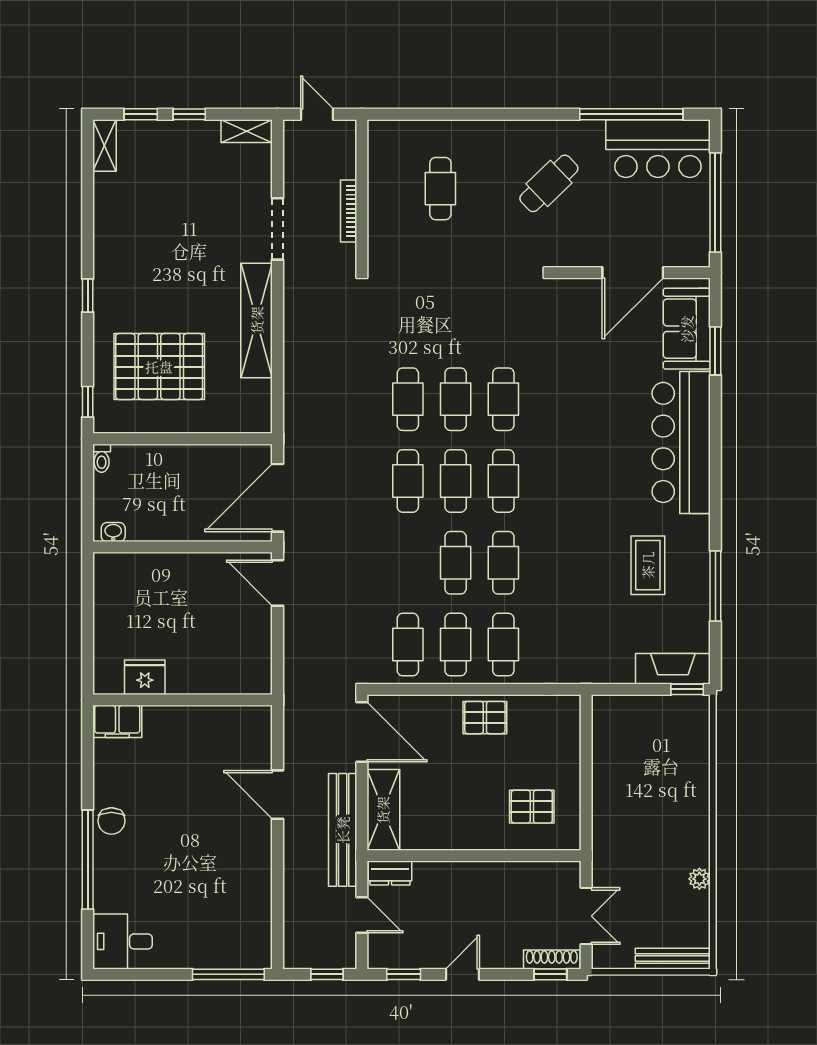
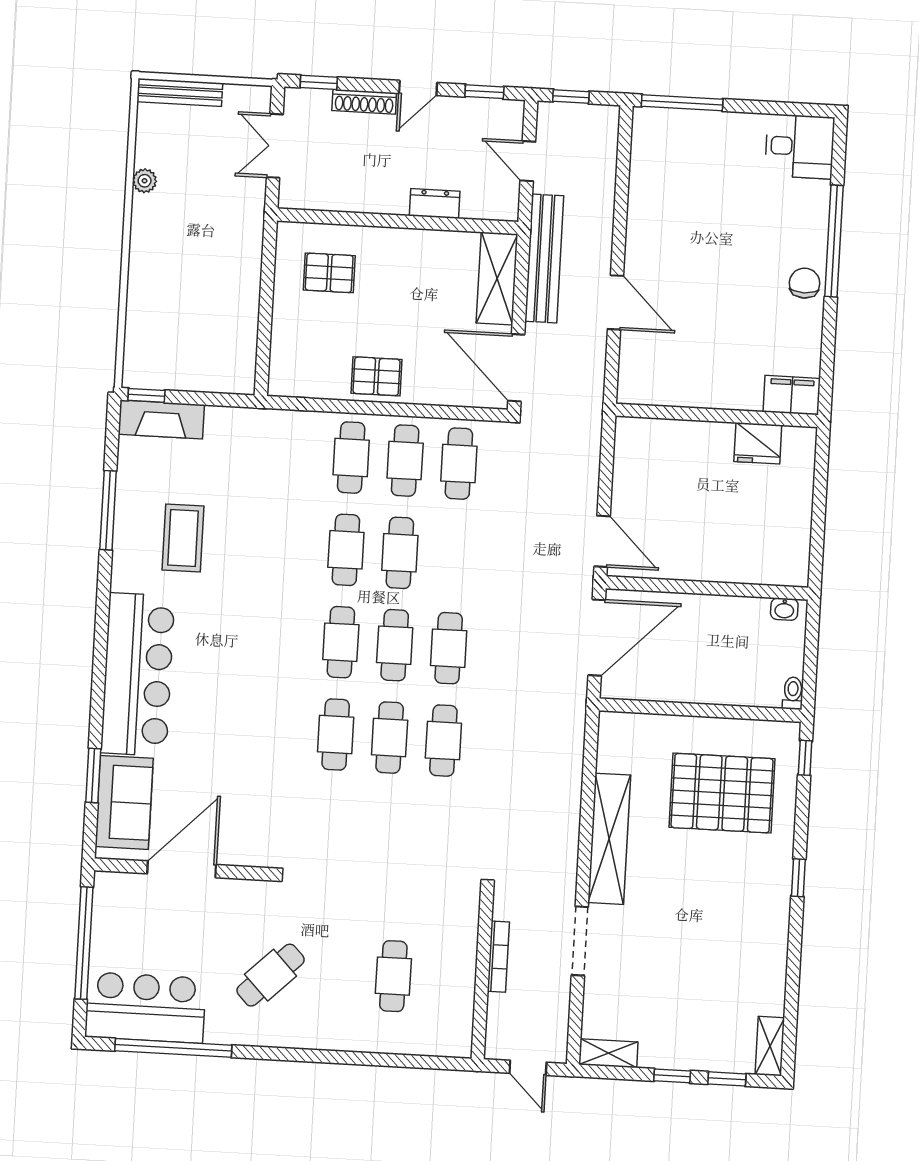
dresser: (390, 873) -> (435, 204), moved
shoe rack: (552, 959) -> (364, 102), moved

